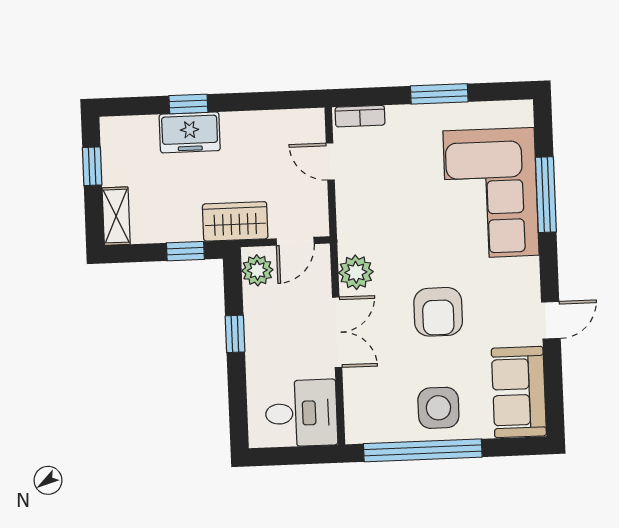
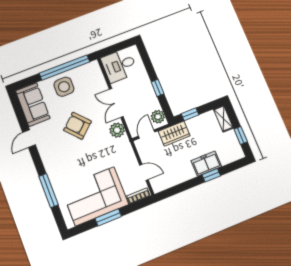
corner sofa: (491, 193) -> (95, 196), moved, turned -90
armchair: (438, 312) -> (77, 126), turned -42

